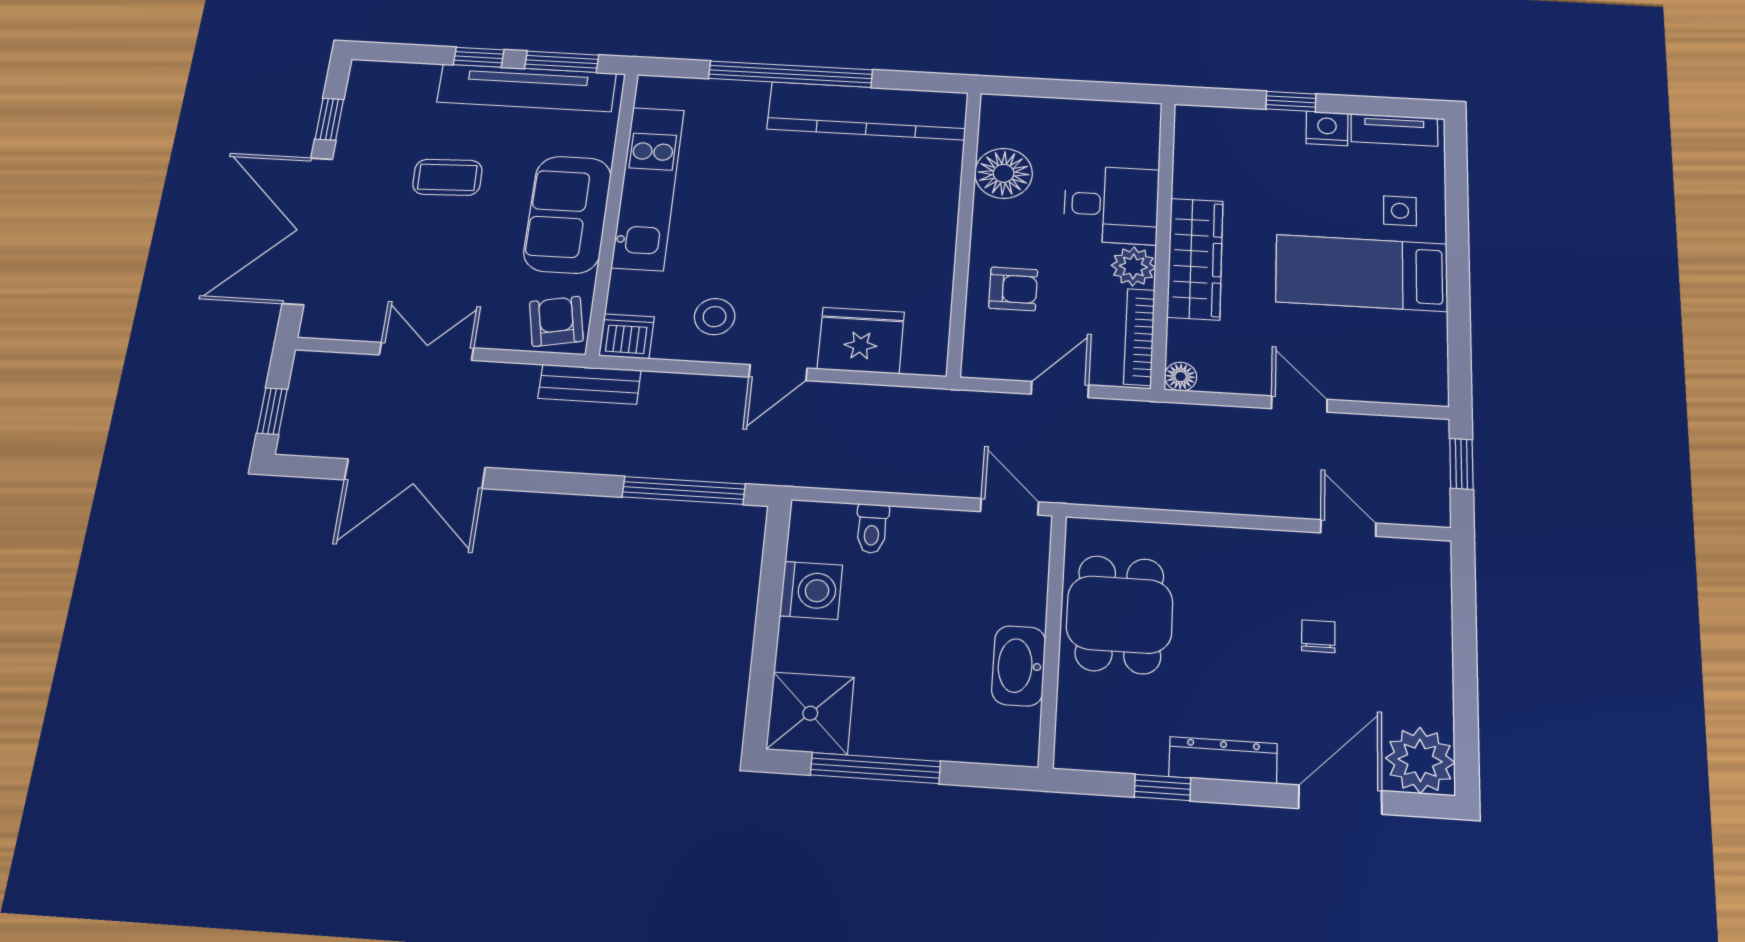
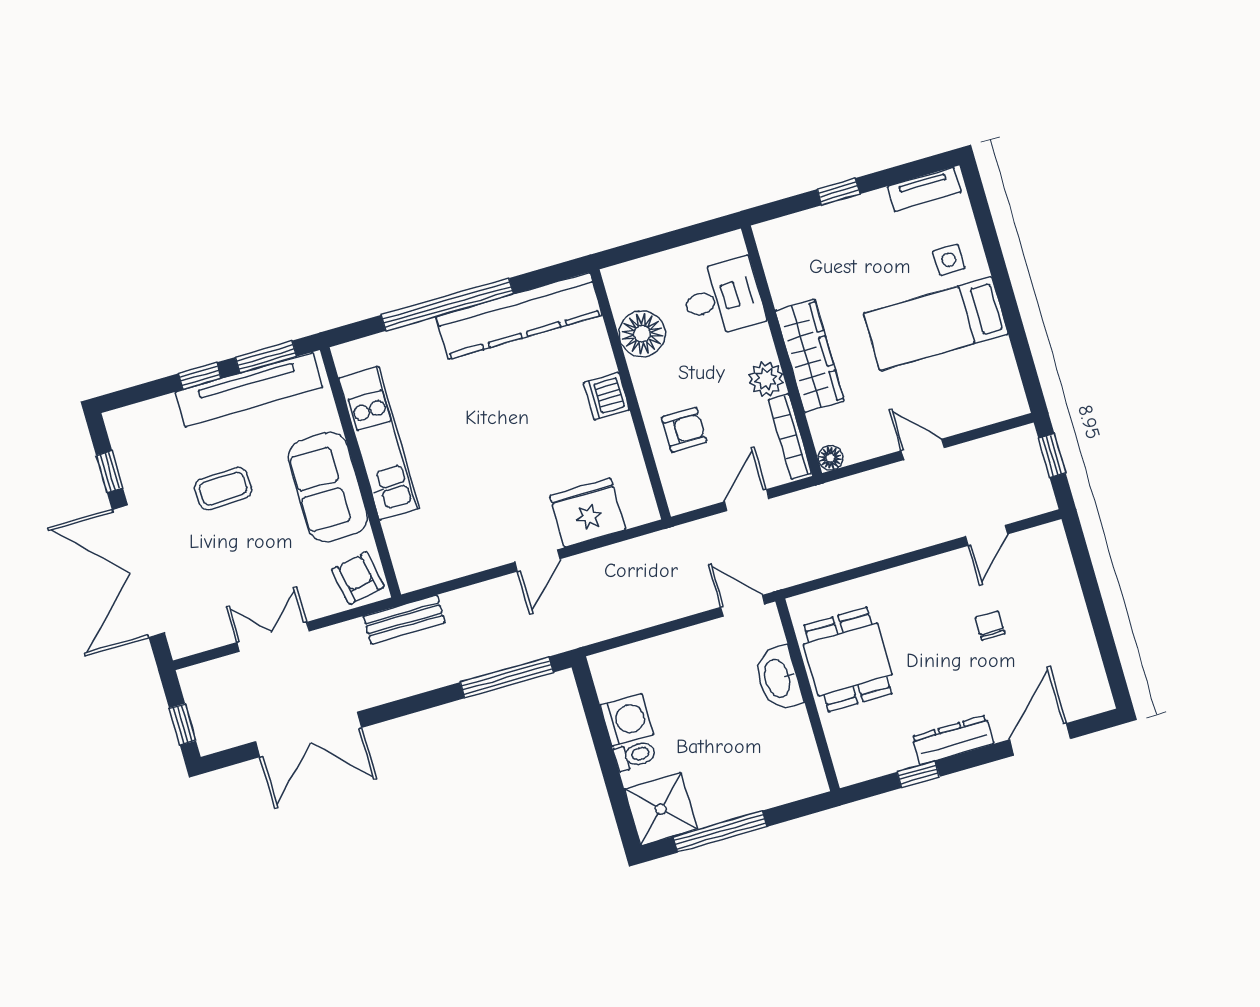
nightstand: (1327, 129) -> (873, 206), removed
desk: (1111, 205) -> (722, 298), moved
stool: (715, 317) -> (473, 532), removed
dishwasher: (627, 336) -> (607, 396), moved, turned -90
door: (1348, 528) -> (987, 535), swing flipped
toilet: (872, 529) -> (635, 755), moved, turned -90
washbasin: (1019, 666) -> (778, 678), moved
plant: (1420, 760) -> (1085, 692), removed

